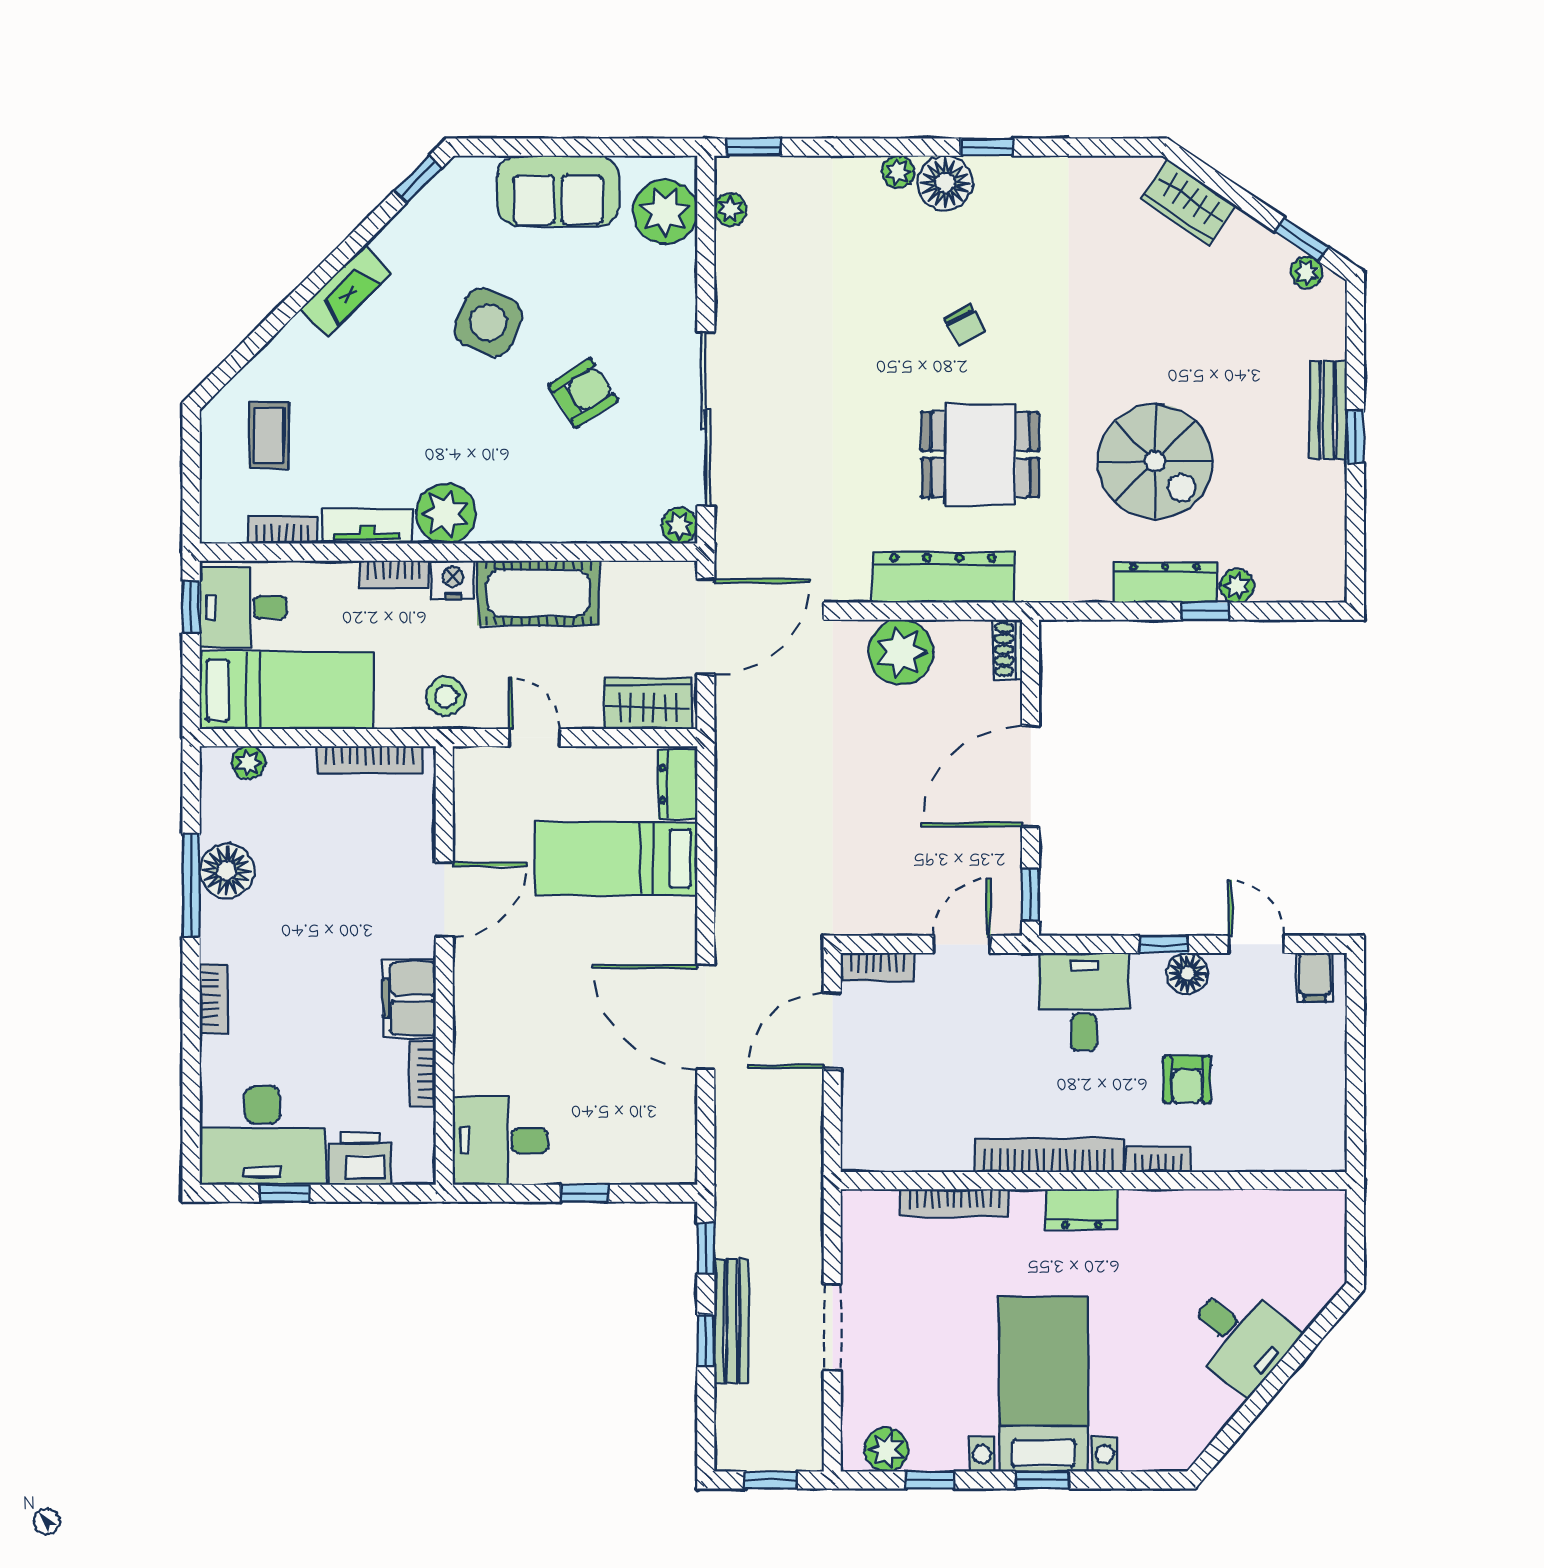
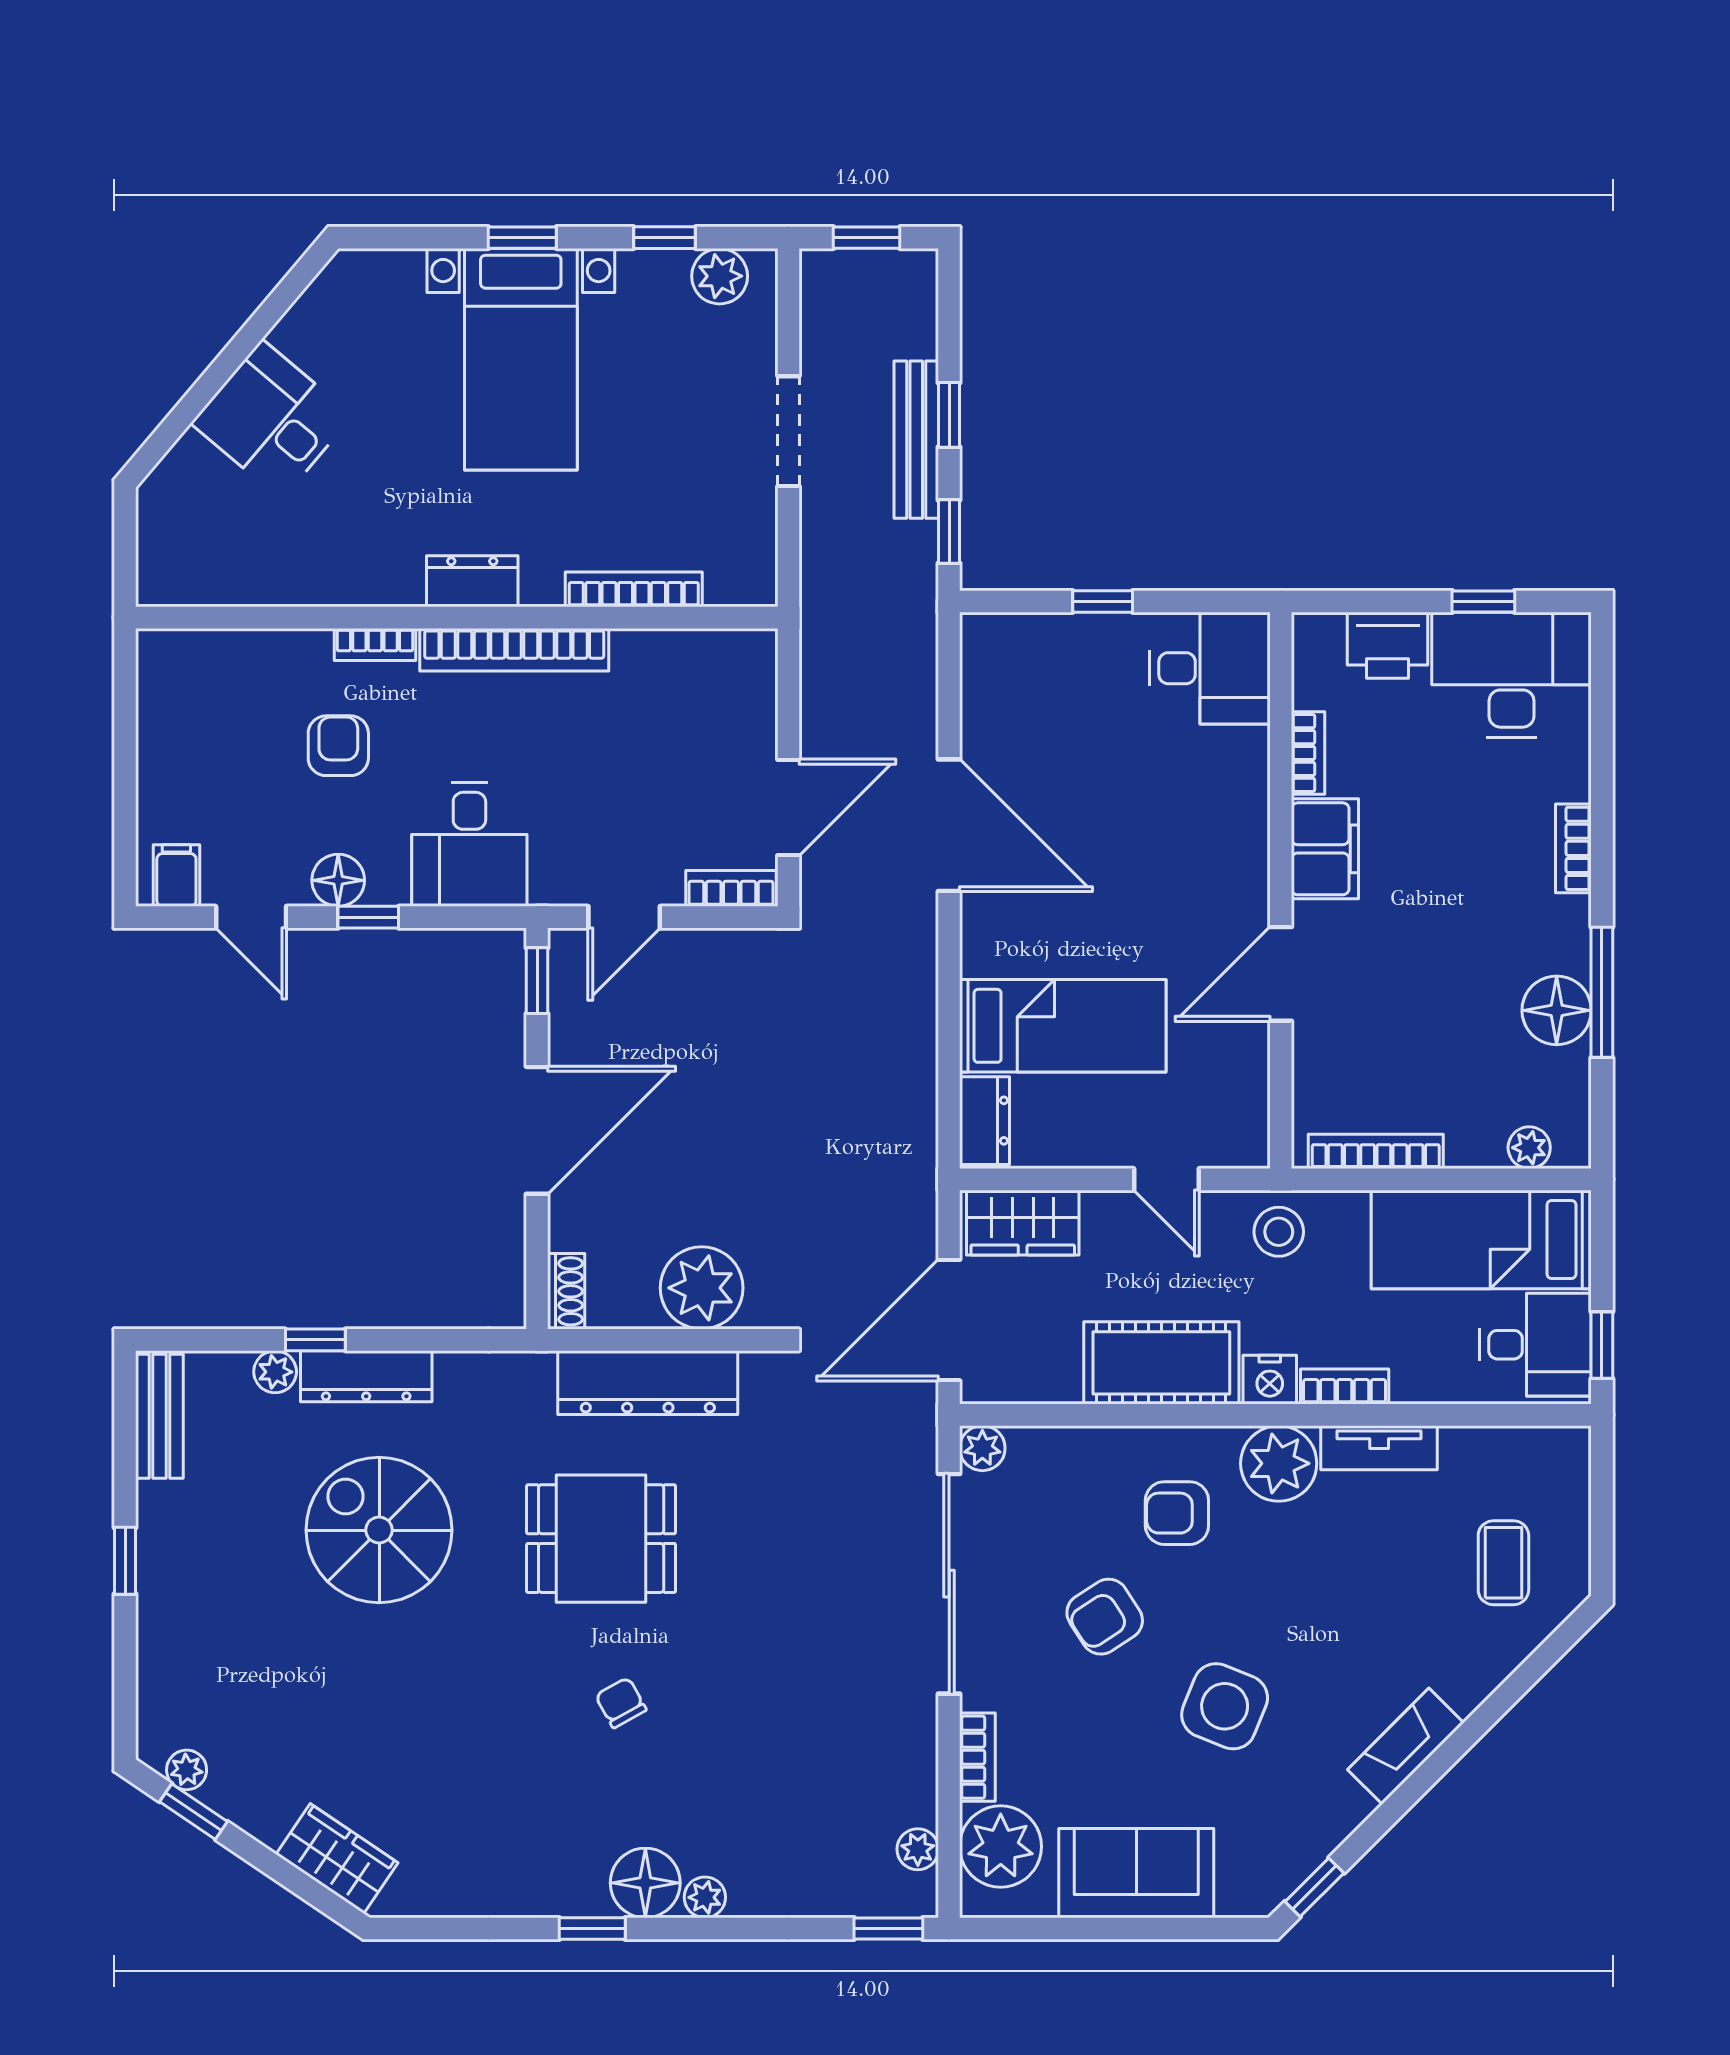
bench: (1328, 410) -> (159, 1416), moved
armchair: (526, 475) -> (1177, 1513), added
bookcase: (283, 530) -> (977, 1757), moved, turned -90

